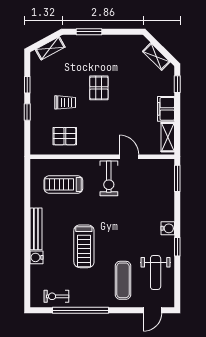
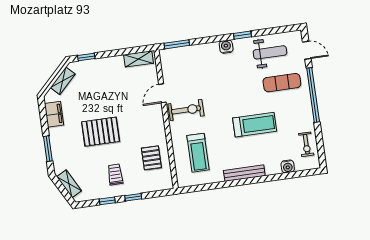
pallet: (99, 88) -> (101, 132), width x1.50, depth x1.42
trolley: (65, 102) -> (115, 175), moved
filing cabinet: (166, 109) -> (54, 114), moved, turned -90
water cooler: (36, 257) -> (288, 166), moved
window: (80, 310) -> (313, 95), moved

